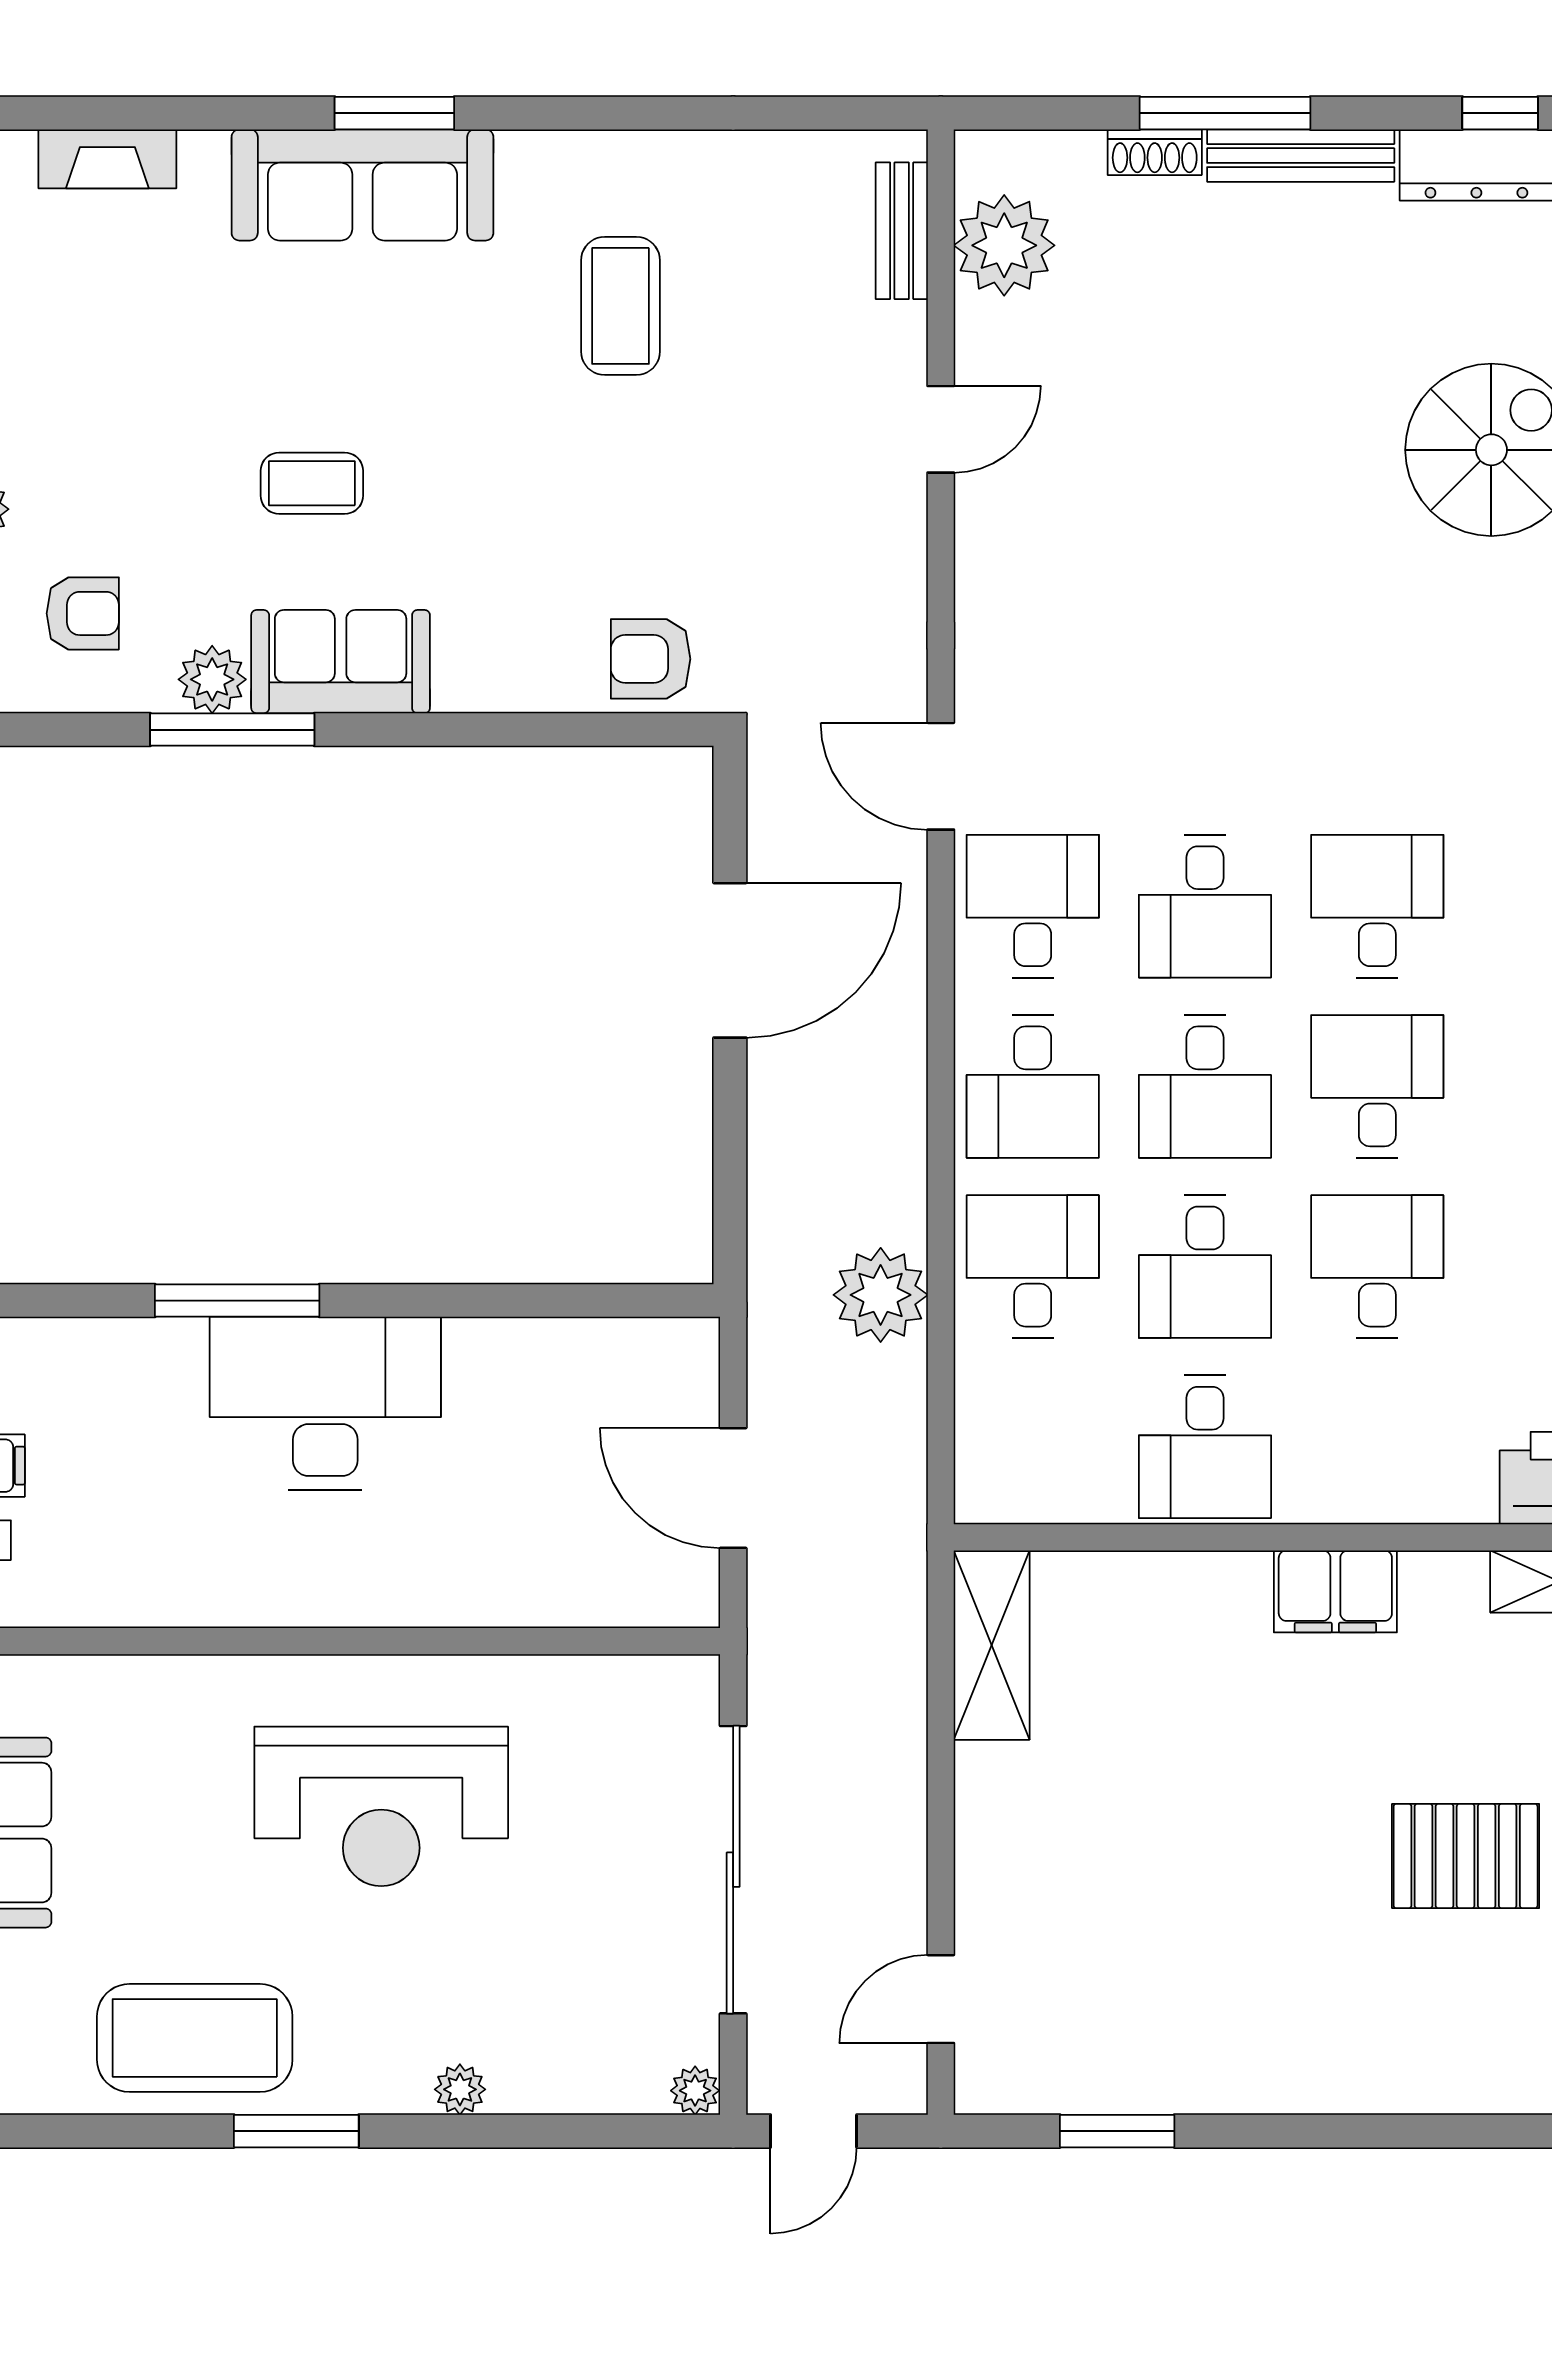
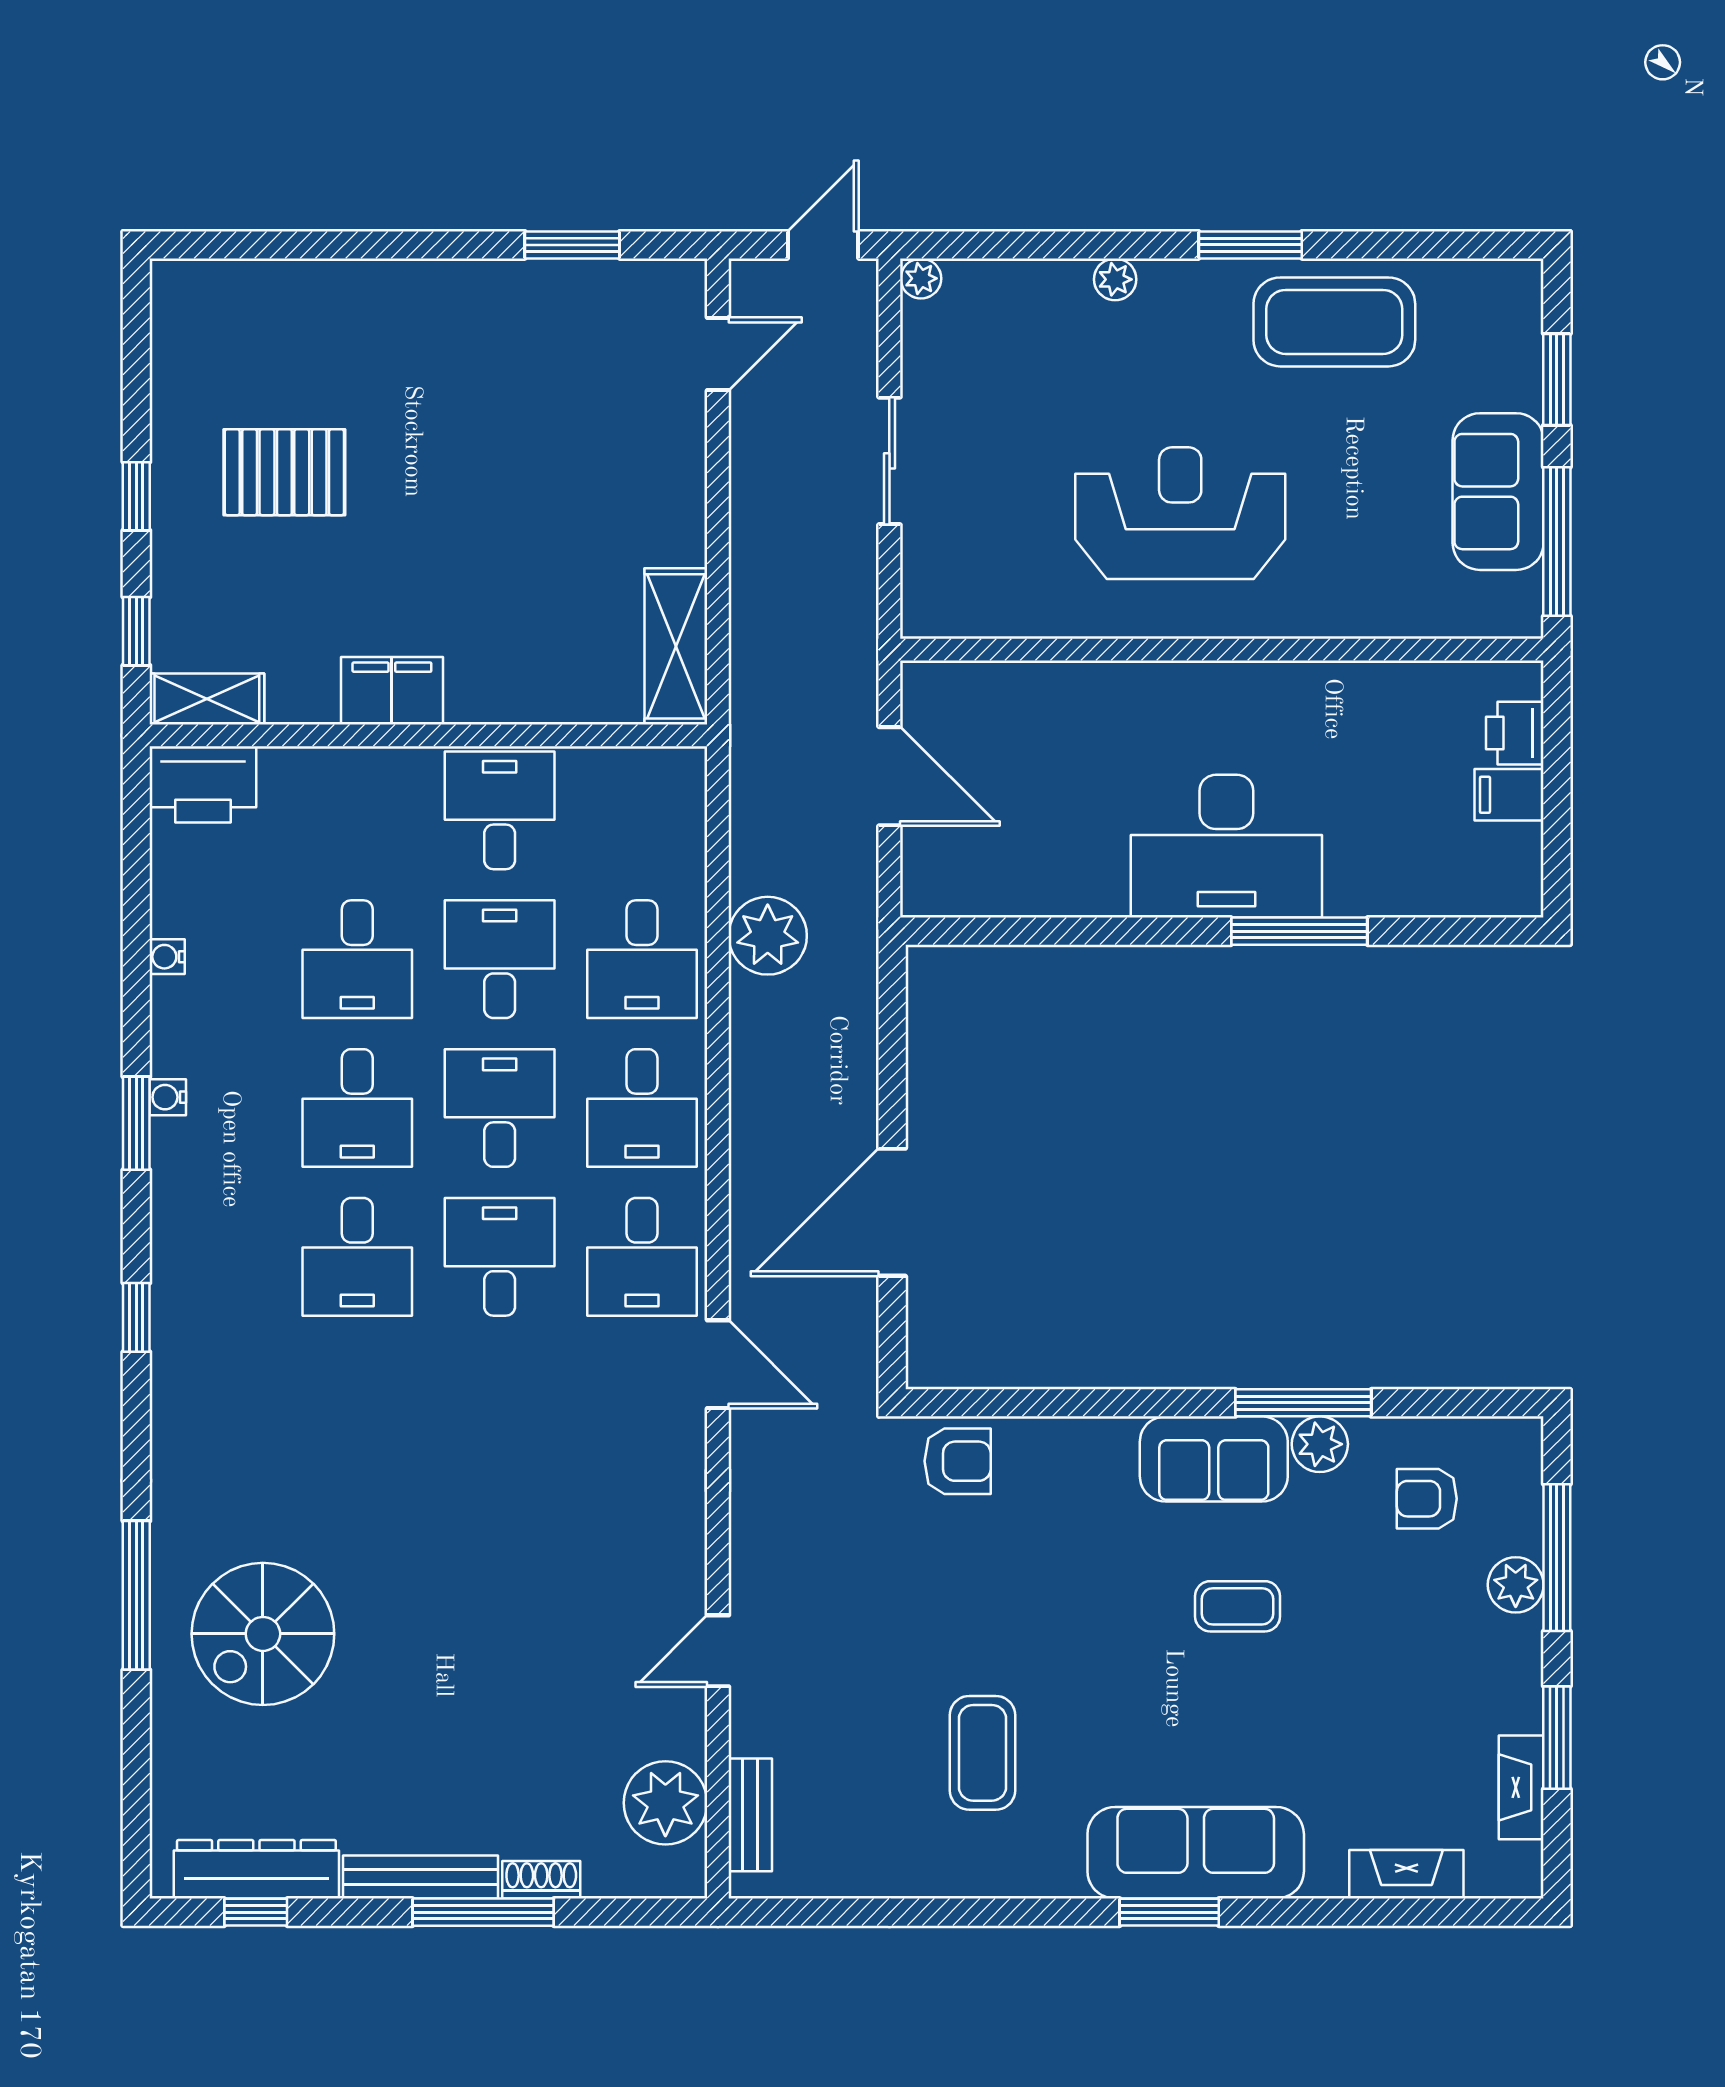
desk: (1033, 1086) -> (642, 1108), turned 180
sliding door: (733, 1870) -> (889, 461), width x0.54

